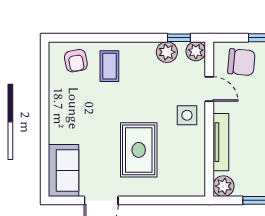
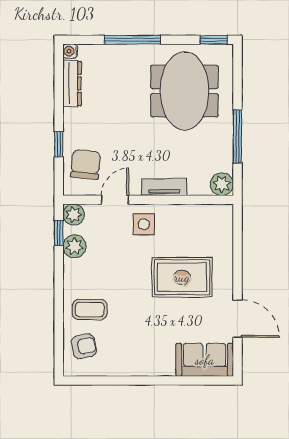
tv unit: (221, 142) -> (164, 187), width x0.71

